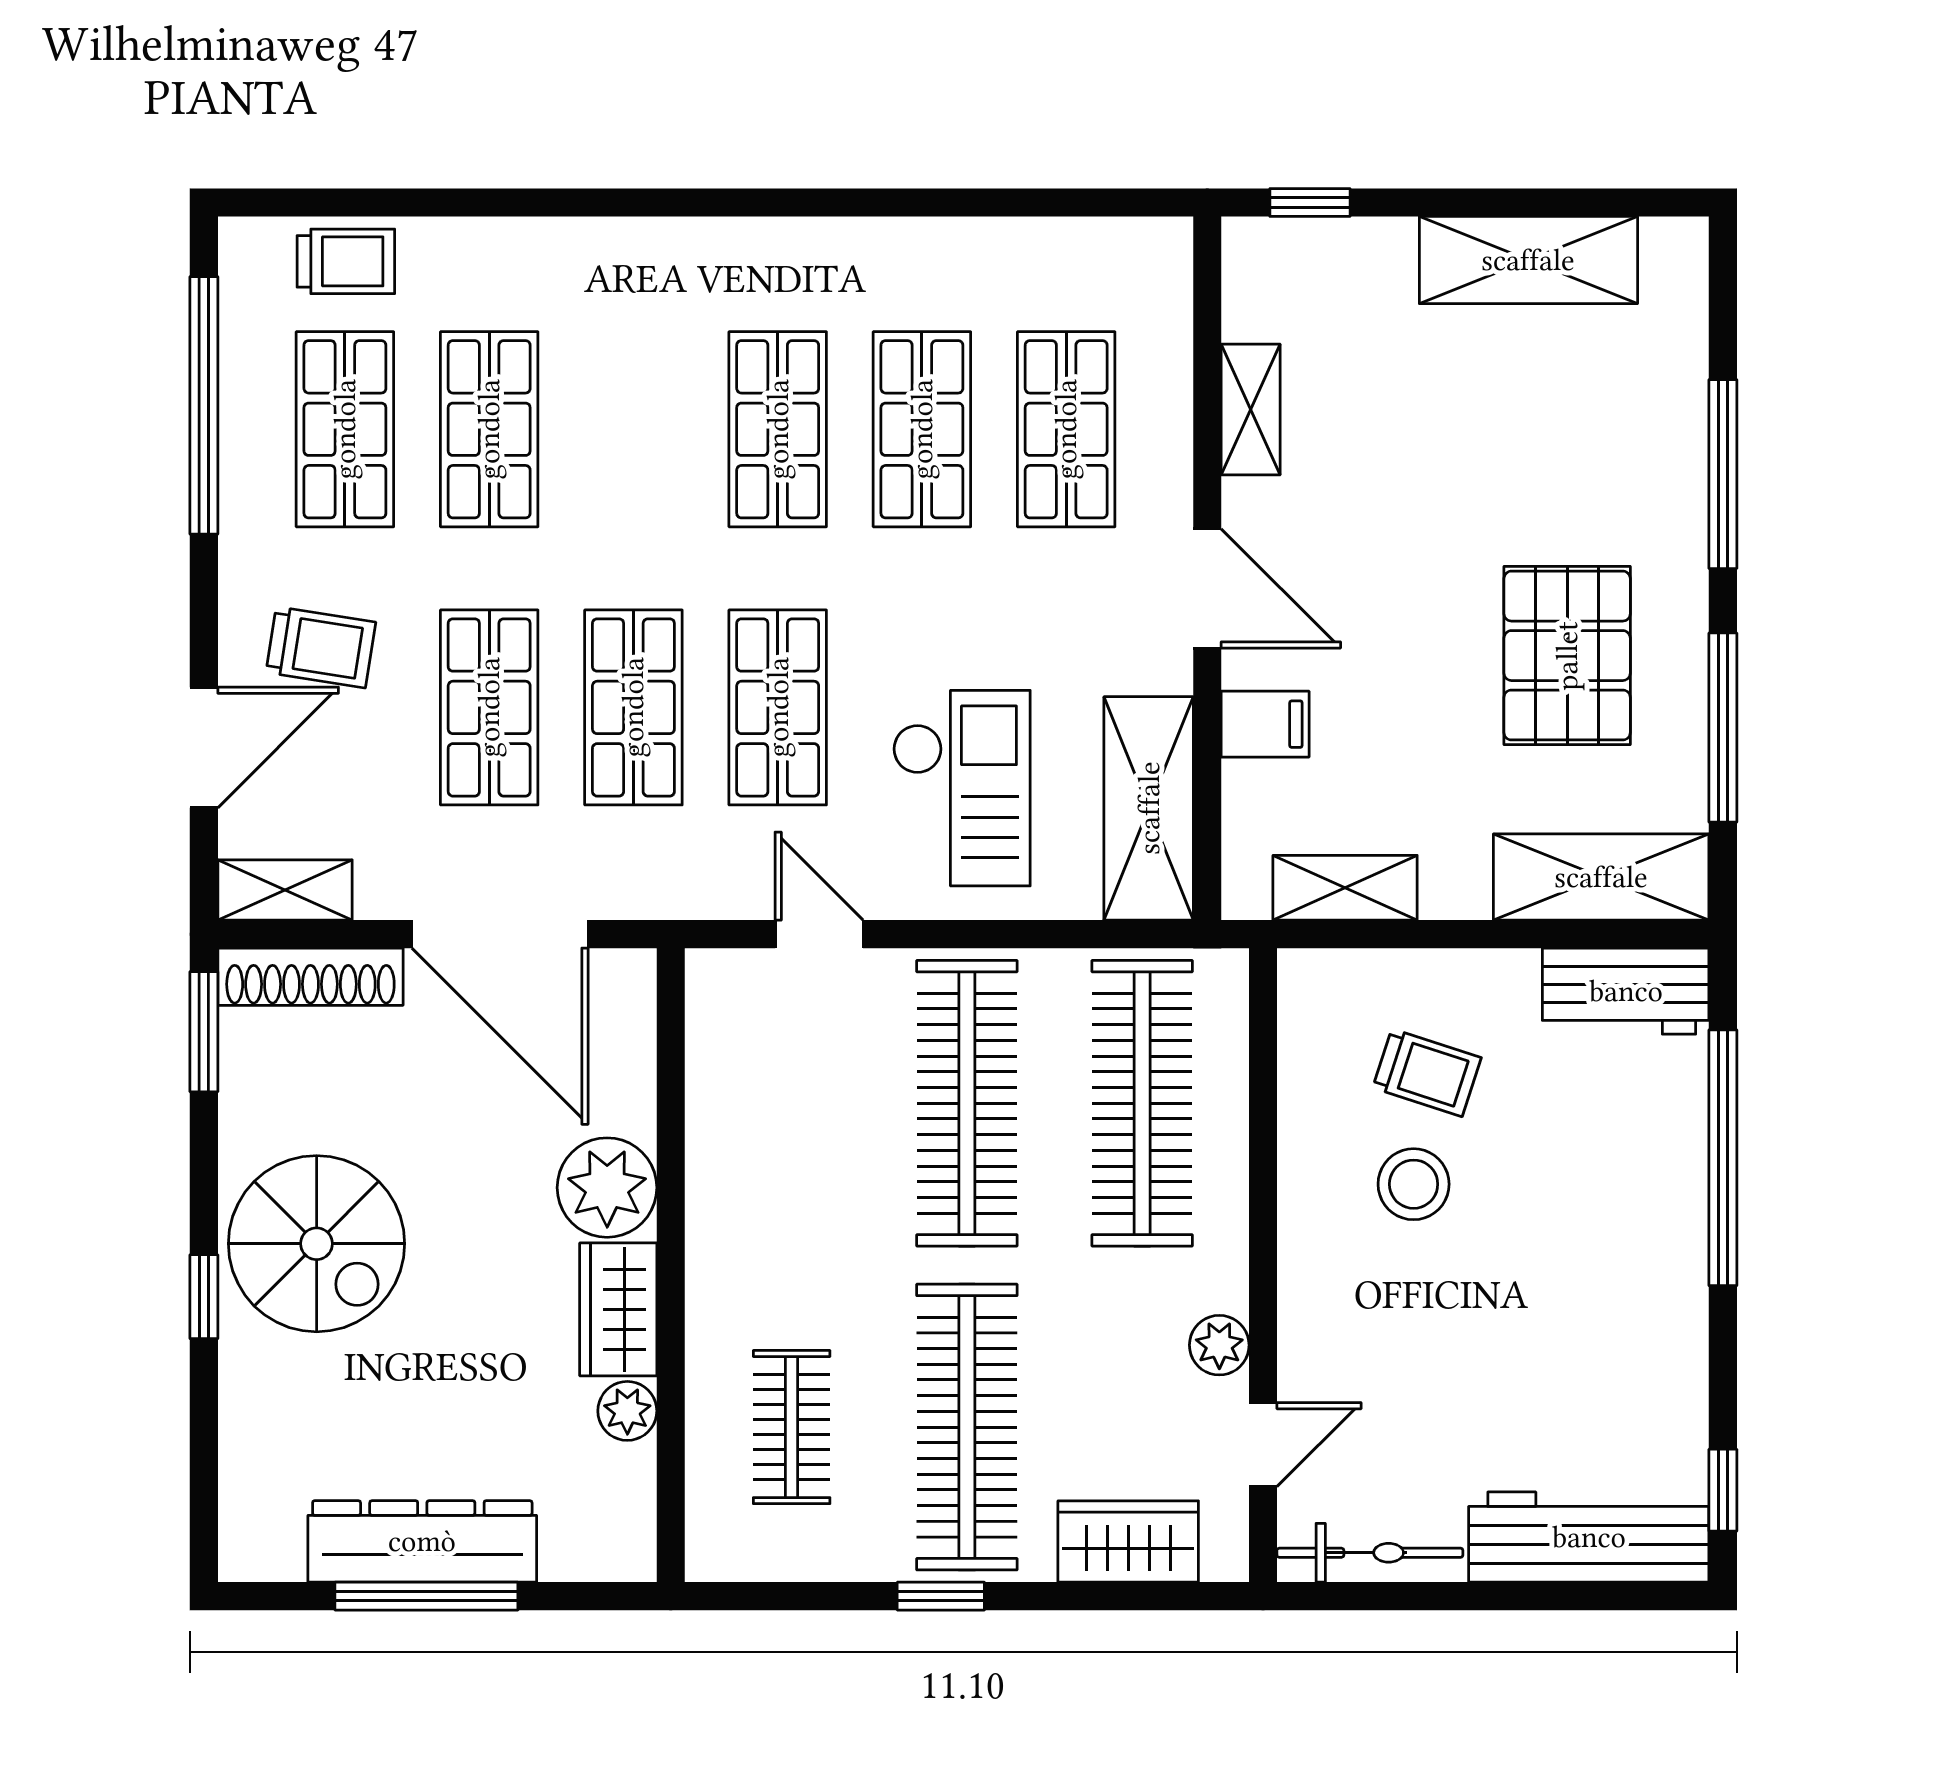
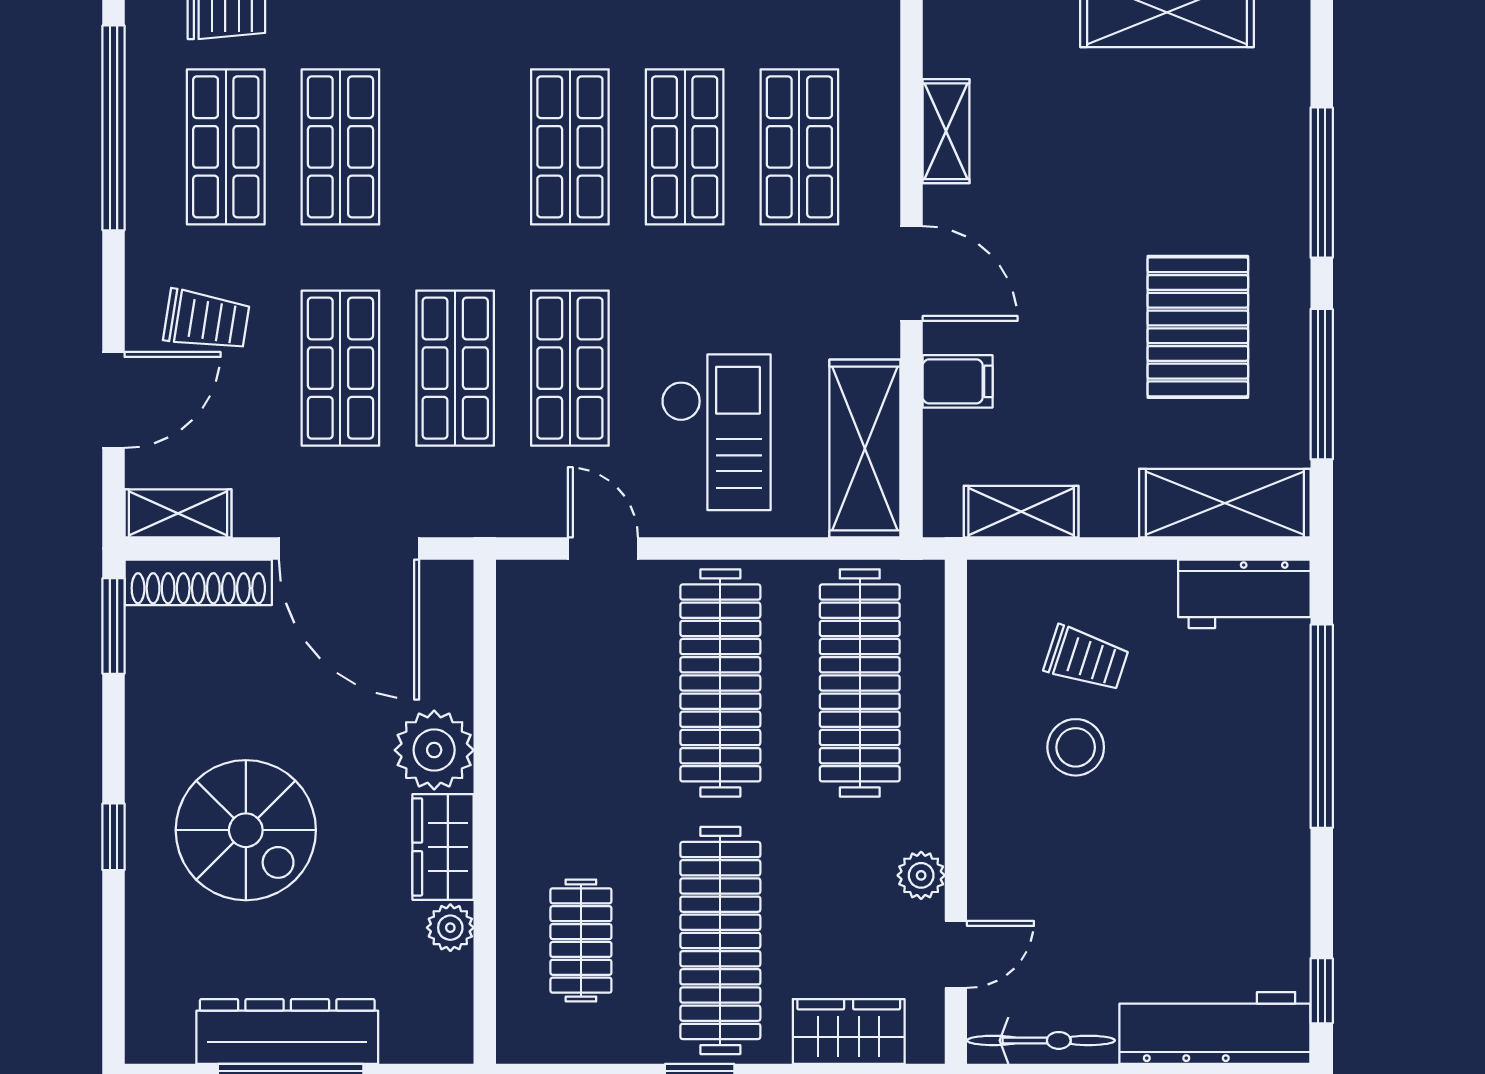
spiral stairs: (317, 1244) -> (246, 830), moved

